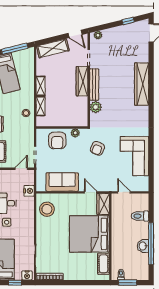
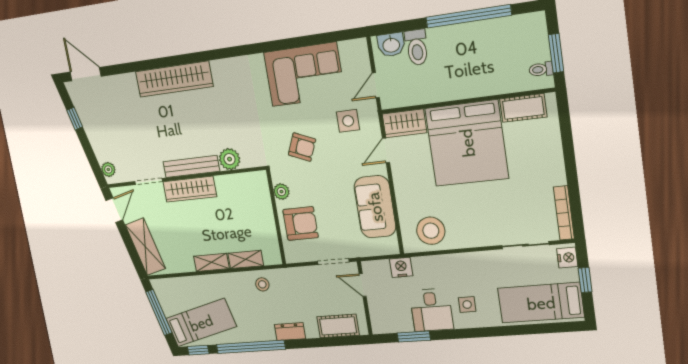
side table: (108, 175) -> (348, 121), added
washbasin: (143, 246) -> (391, 45), moved

